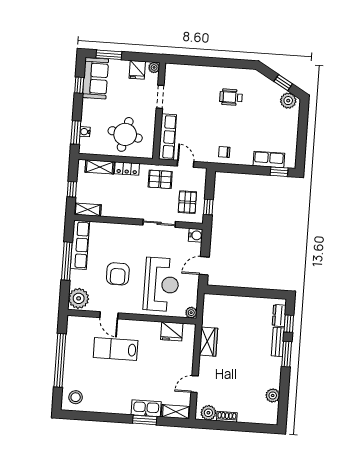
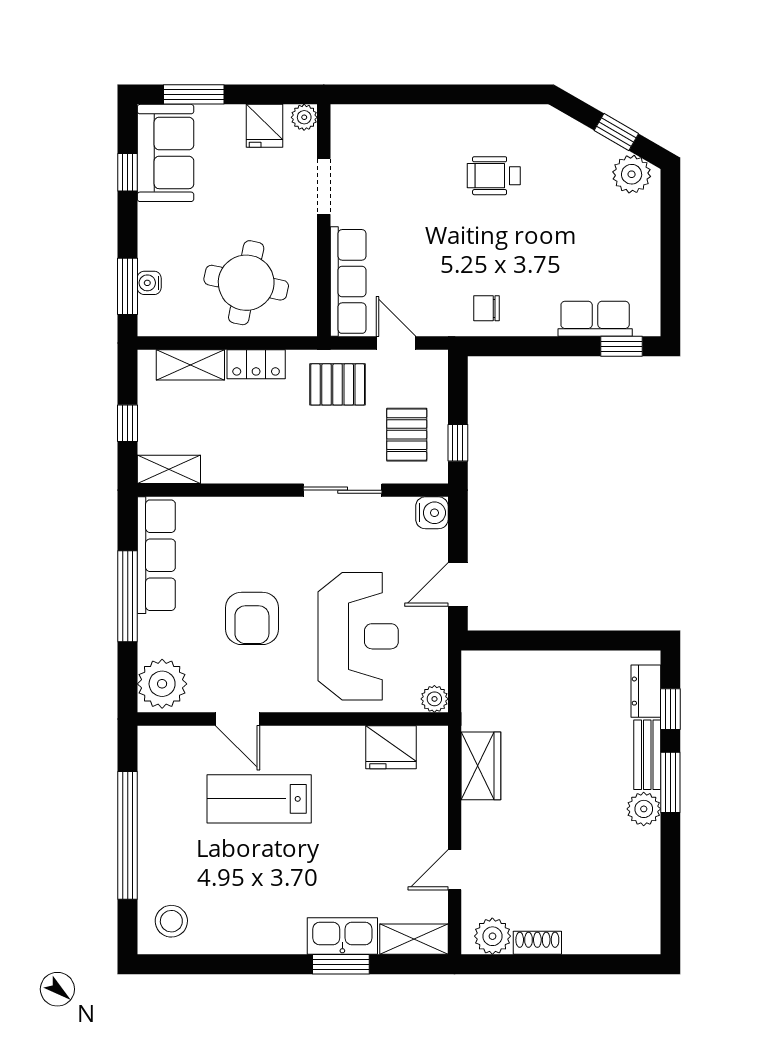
plant: (273, 395) -> (644, 809), moved

